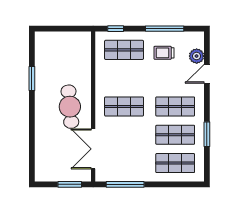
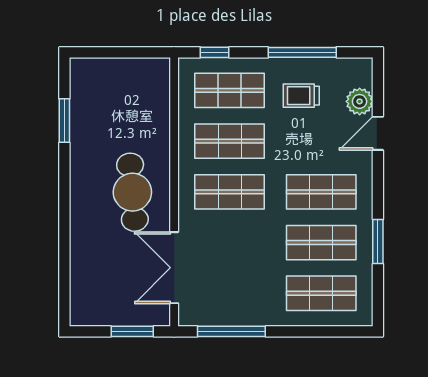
window: (32, 78) -> (64, 121), moved
shop shelf: (124, 78) -> (230, 141), added

